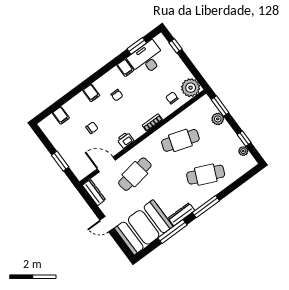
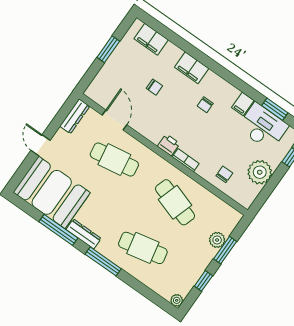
plant: (191, 88) -> (260, 172), moved
filing cabinet: (91, 93) -> (192, 68), width x2.00
window: (220, 106) -> (225, 250), moved
filing cabinet: (61, 115) -> (151, 39), width x2.00
printer: (125, 140) -> (169, 145), moved
plant: (243, 151) -> (177, 300), moved
window: (60, 161) -> (108, 49), moved
cafe table: (206, 175) -> (143, 248), turned -36

